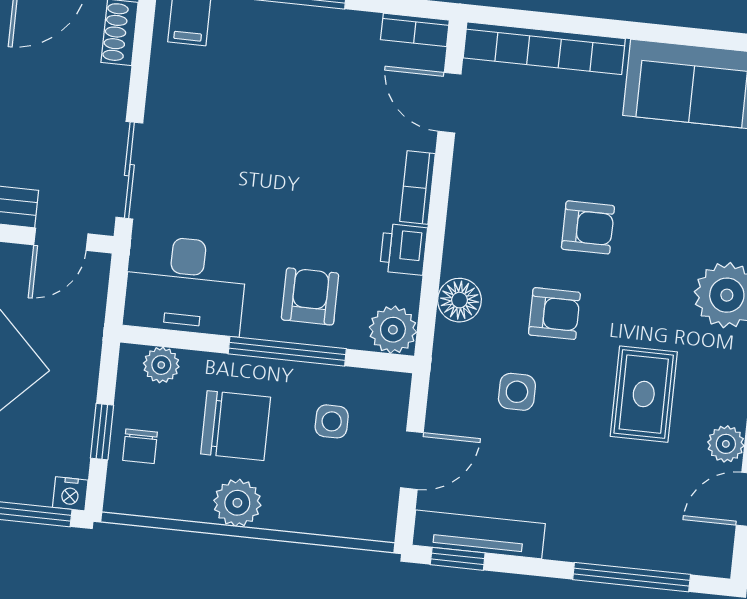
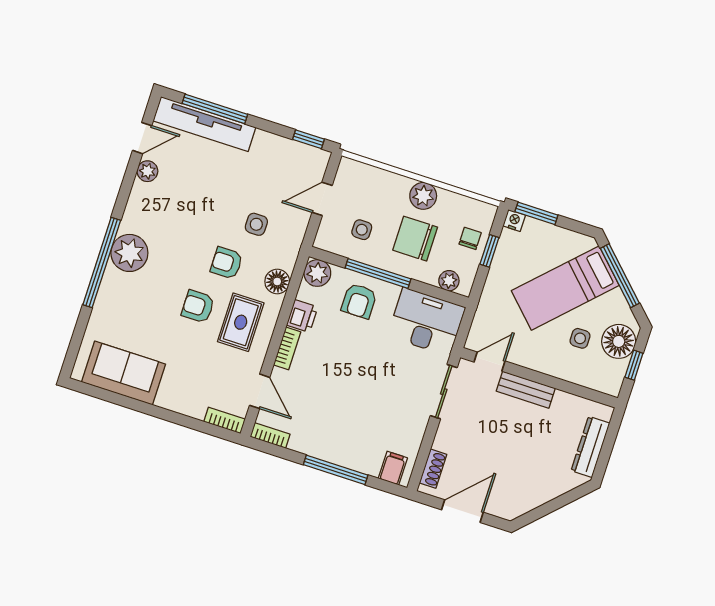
bookcase: (544, 48) -> (225, 420), width x0.43, depth x0.76
rug: (644, 394) -> (241, 322), moved
tv unit: (479, 534) -> (204, 124), moved, width x1.36, depth x1.29

